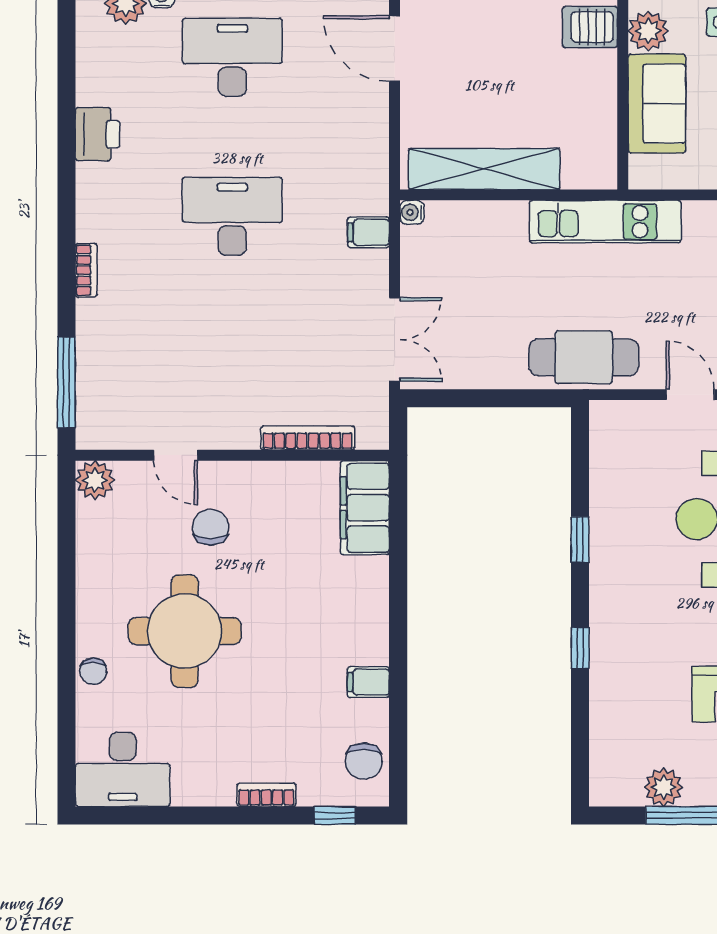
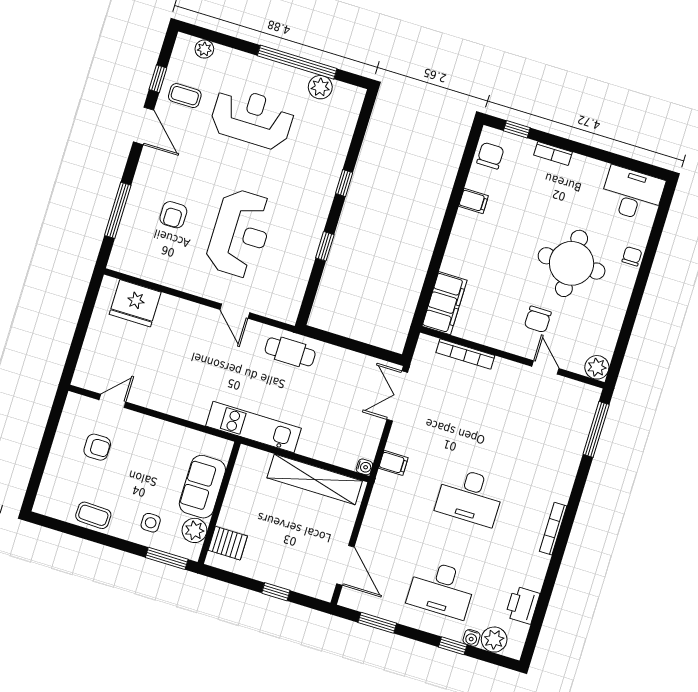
printer: (98, 134) -> (523, 605), moved
bookcase: (86, 270) -> (553, 529), moved, width x1.56
cafe table: (584, 357) -> (290, 352), width x0.73, depth x0.74

